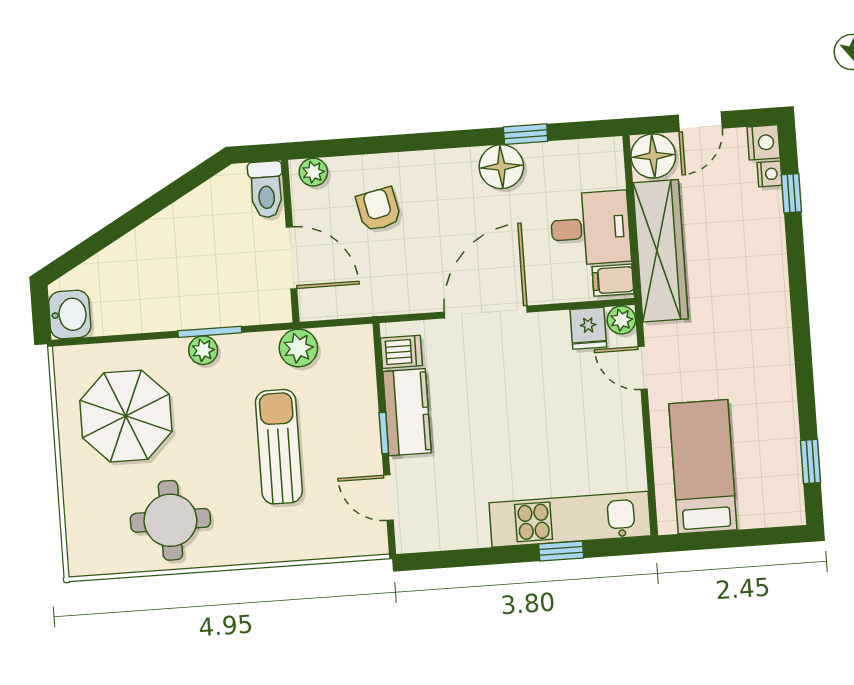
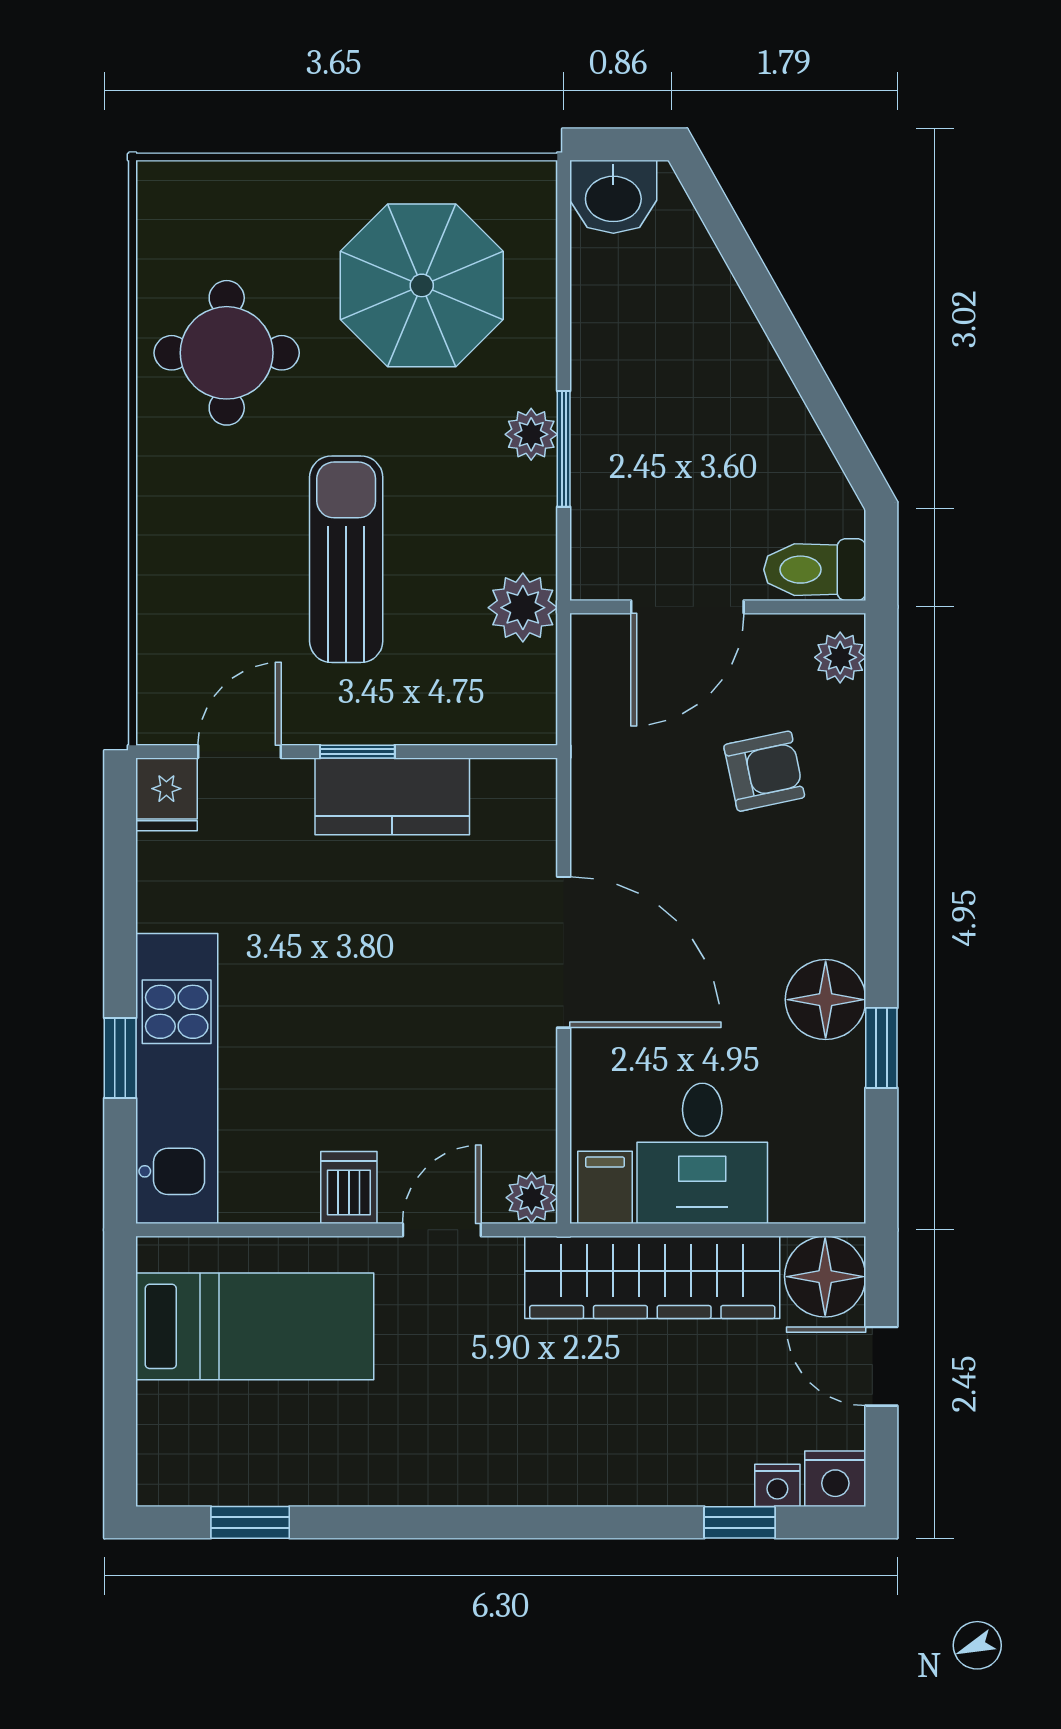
fridge: (588, 328) -> (166, 794), moved, turned -90
dishwasher: (401, 352) -> (349, 1187), moved, turned 180
sun lounger: (279, 447) -> (346, 559), turned -90

